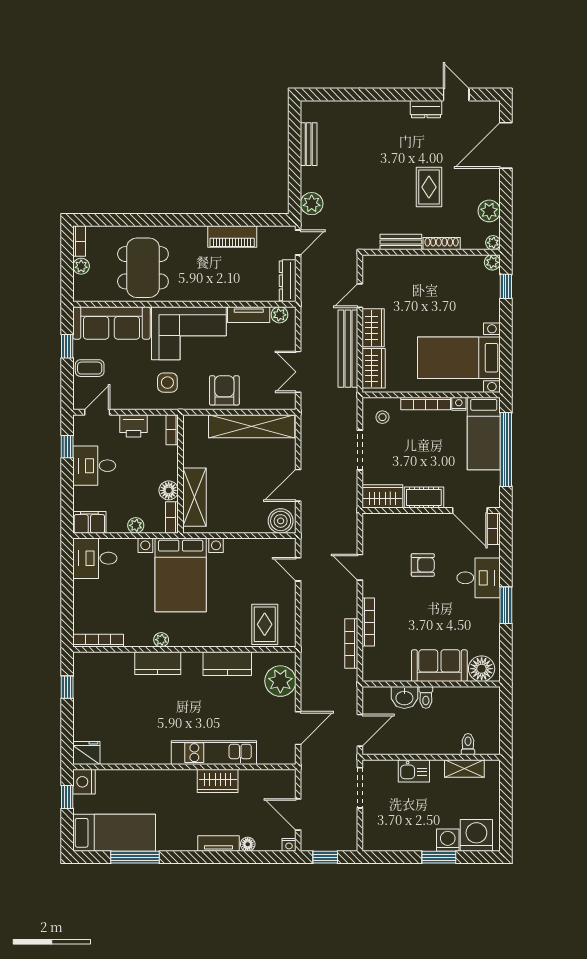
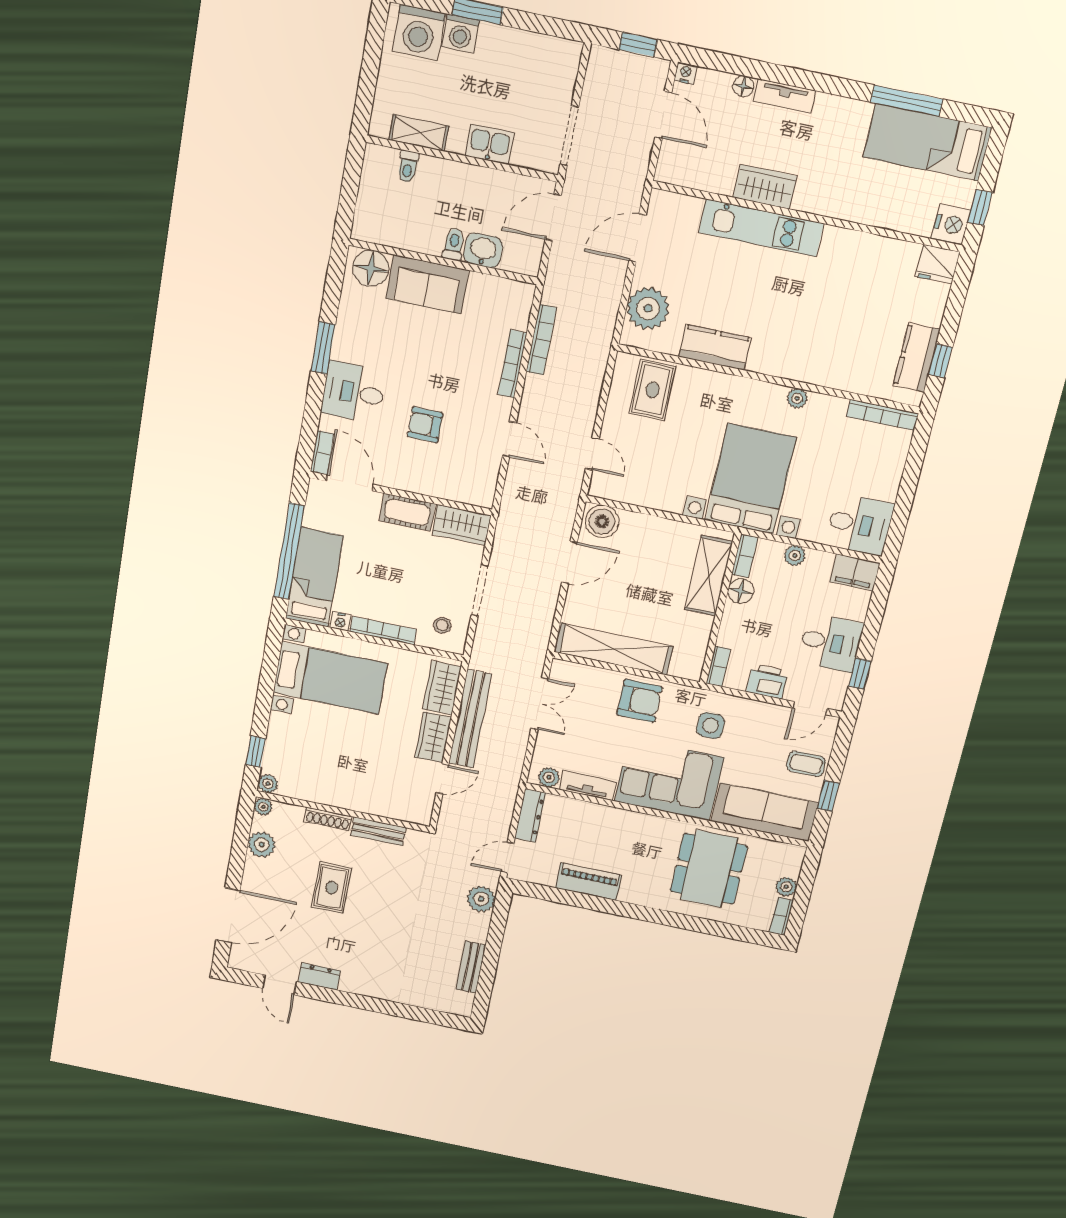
armchair: (224, 390) -> (639, 701), turned -90
kitchen counter: (158, 663) -> (917, 357), moved, turned -90

